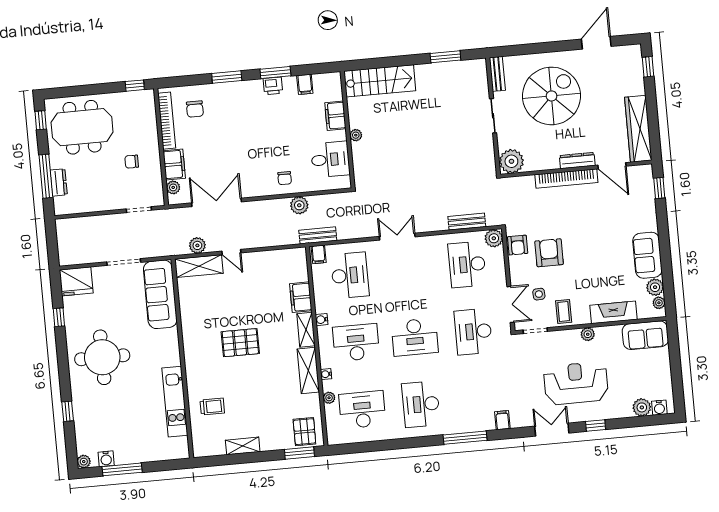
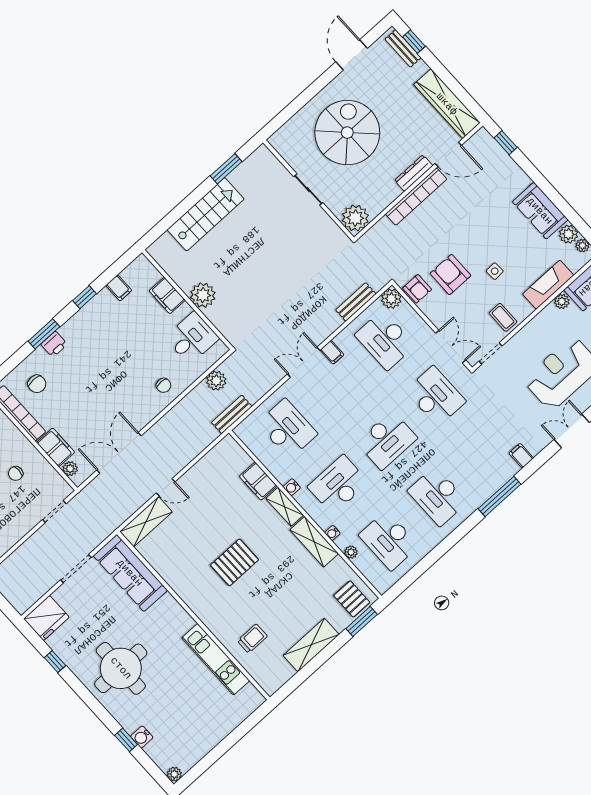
window: (275, 73) -> (84, 297), width x0.67
bench: (497, 74) -> (403, 48), moved
stairs: (380, 81) -> (206, 214), moved
printer: (273, 86) -> (54, 344), moved
plant: (356, 135) -> (203, 295), width x1.87, depth x1.87
plant: (299, 205) -> (216, 381), moved
plant: (197, 245) -> (131, 504), removed
filing cabinet: (319, 254) -> (332, 352), moved
side table: (539, 294) -> (495, 271), moved
desk: (473, 332) -> (436, 396), turned 180
plant: (588, 334) -> (562, 301), moved
desk: (362, 410) -> (389, 540), turned -90
shelving: (243, 446) -> (311, 645), width x1.50, depth x1.33
water cooler: (106, 459) -> (142, 737), moved, turned 90
window: (122, 469) -> (214, 755), removed

